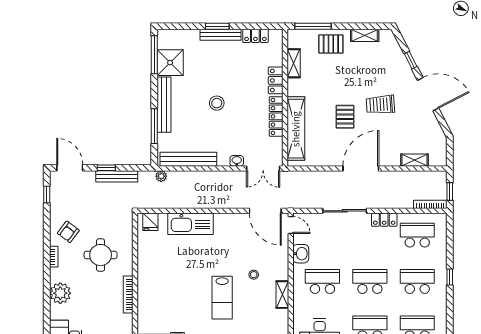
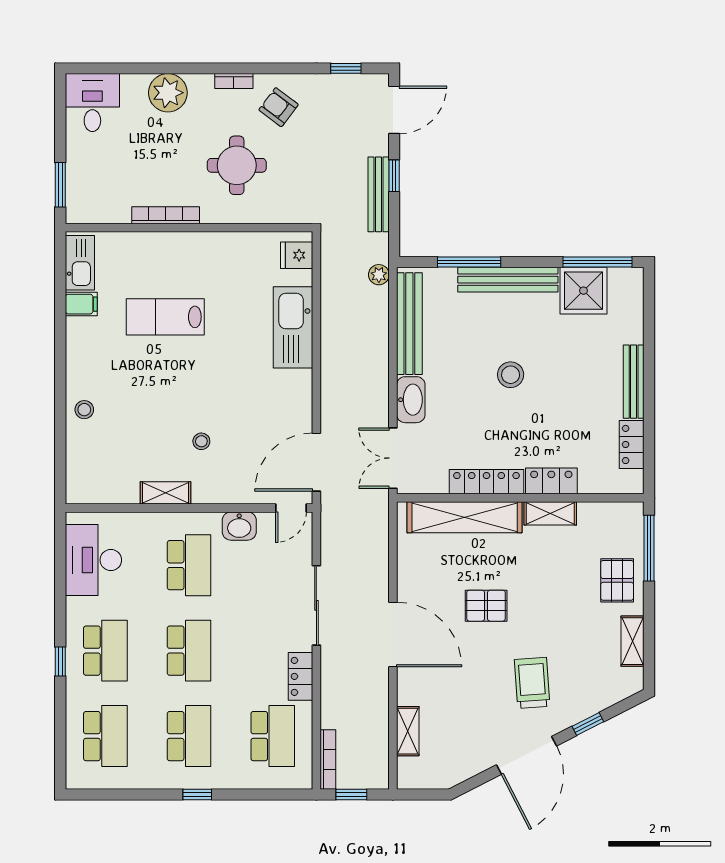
window: (217, 26) -> (649, 375), removed
shelving: (294, 63) -> (550, 513), moved
trolley: (380, 105) -> (532, 683), moved
washbasin: (237, 161) -> (411, 400), width x1.91, depth x1.45
lab bench: (222, 298) -> (165, 317), moved

